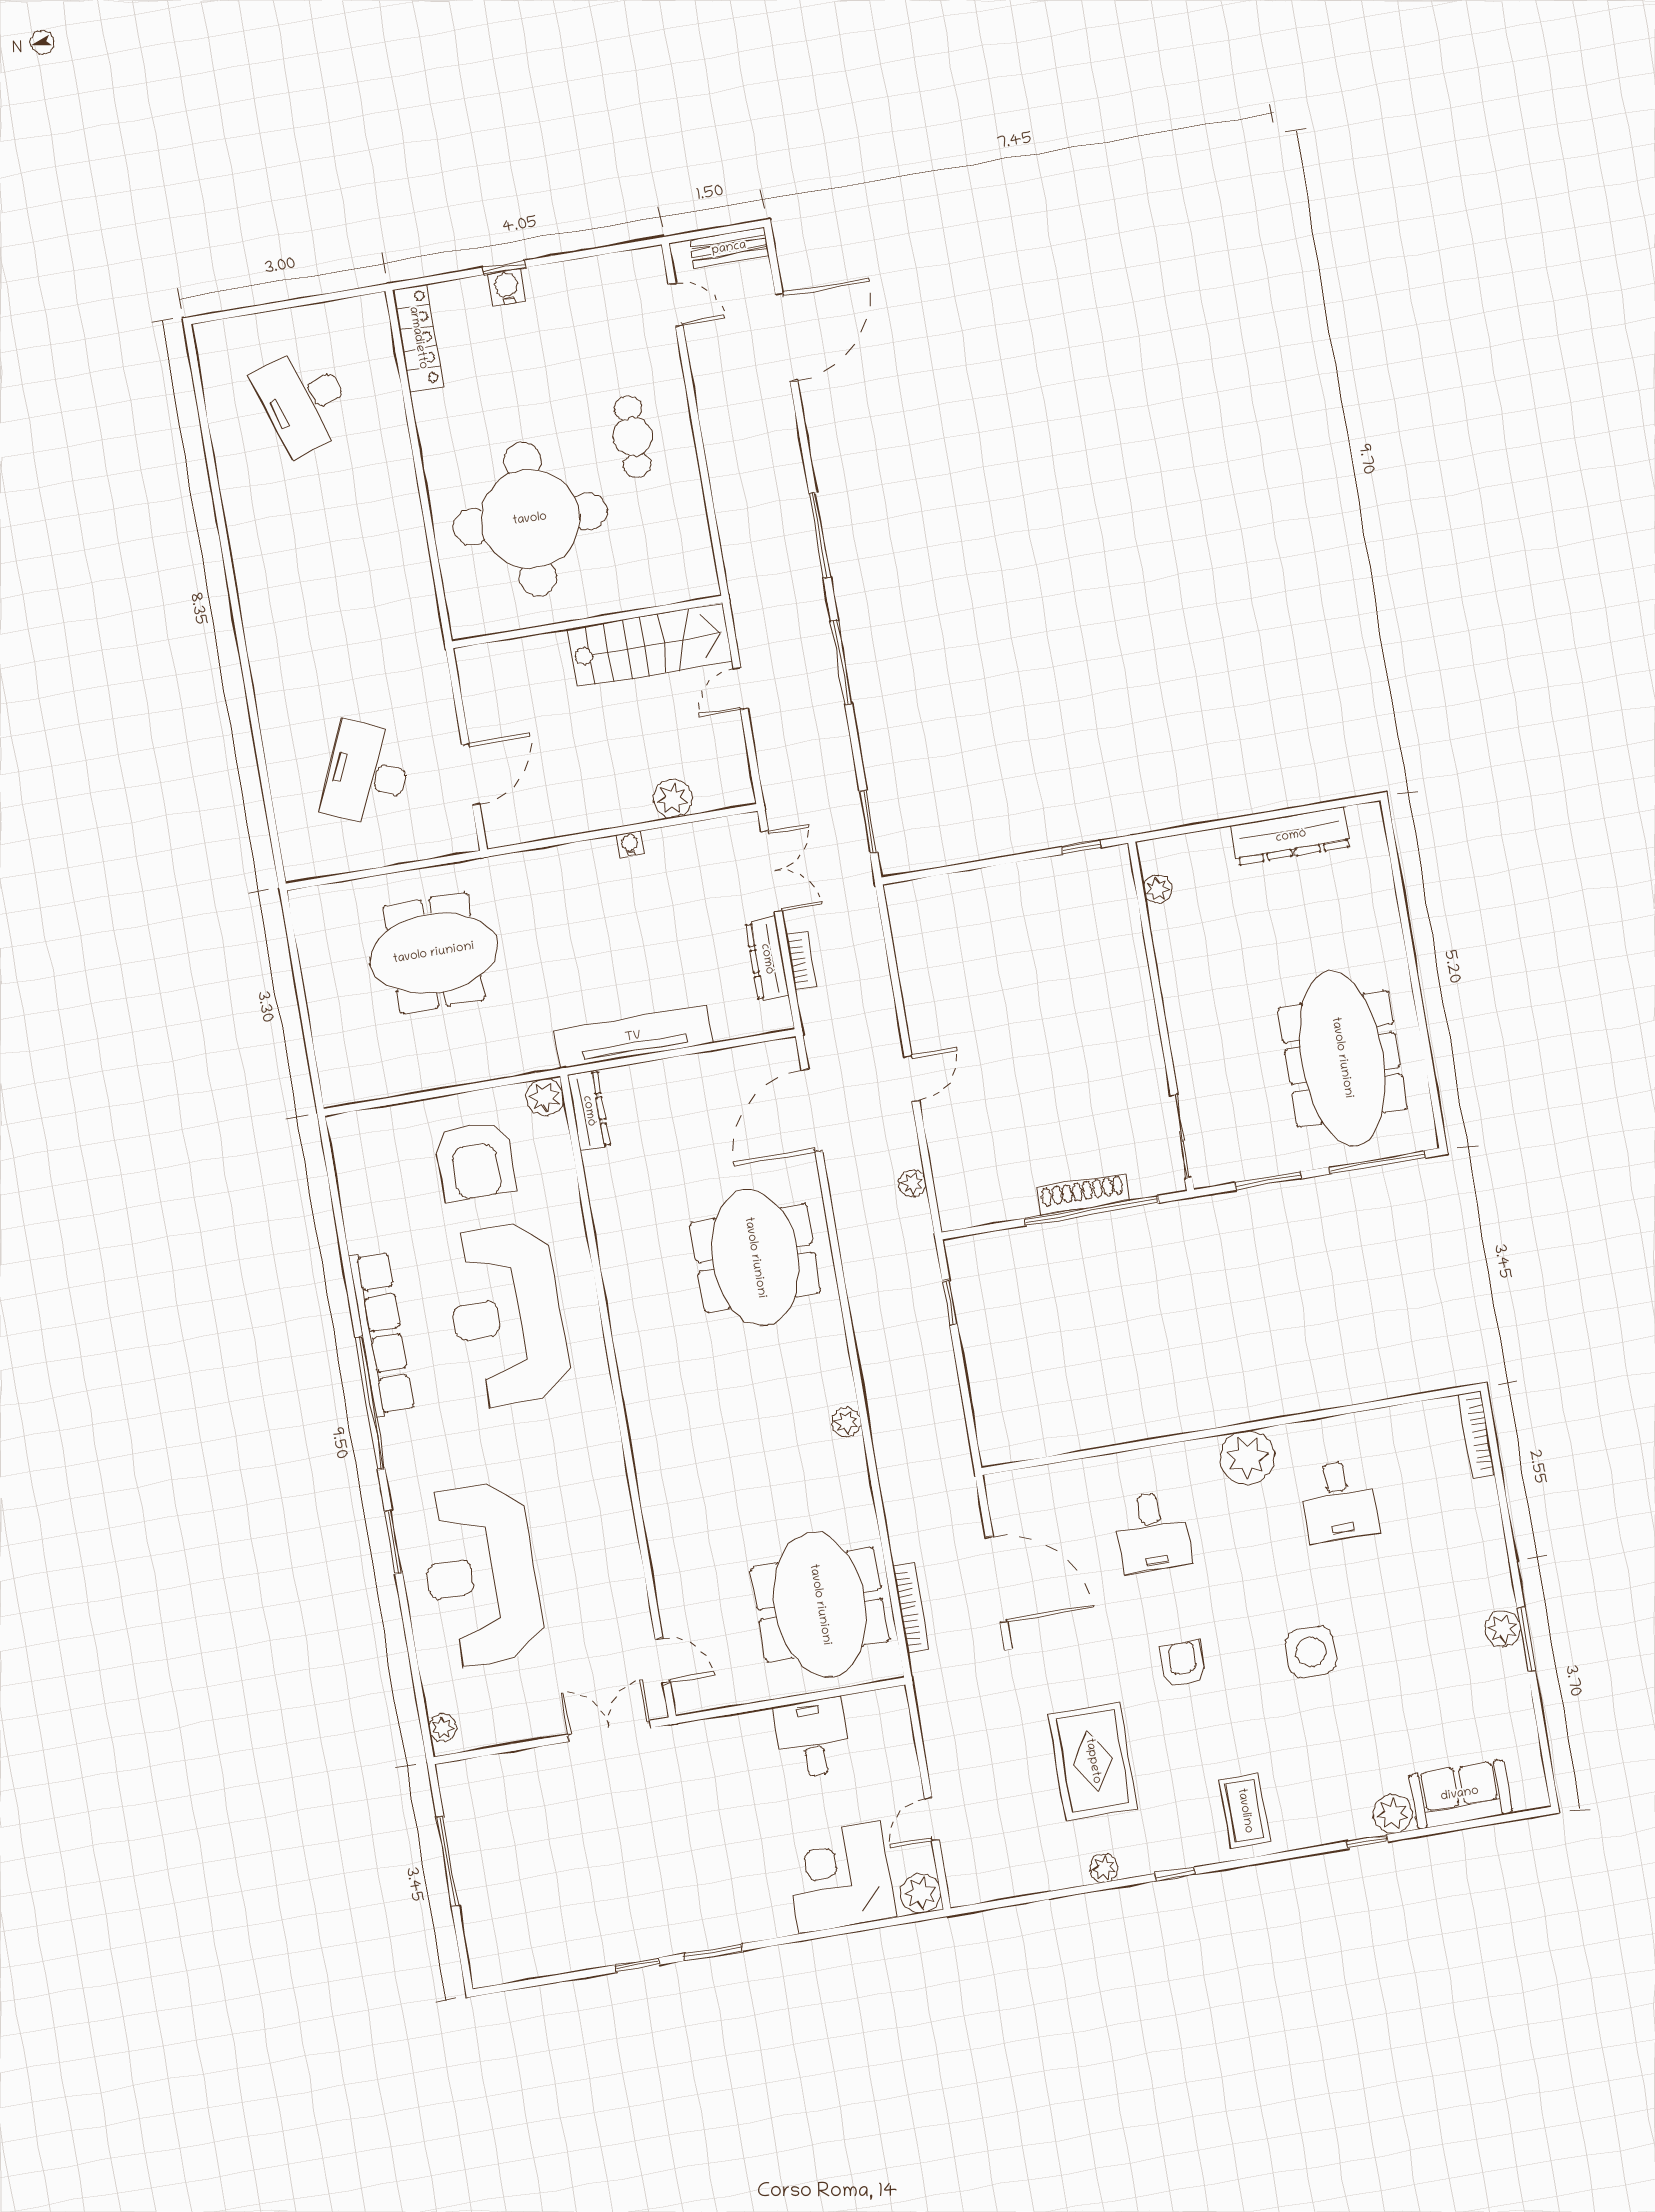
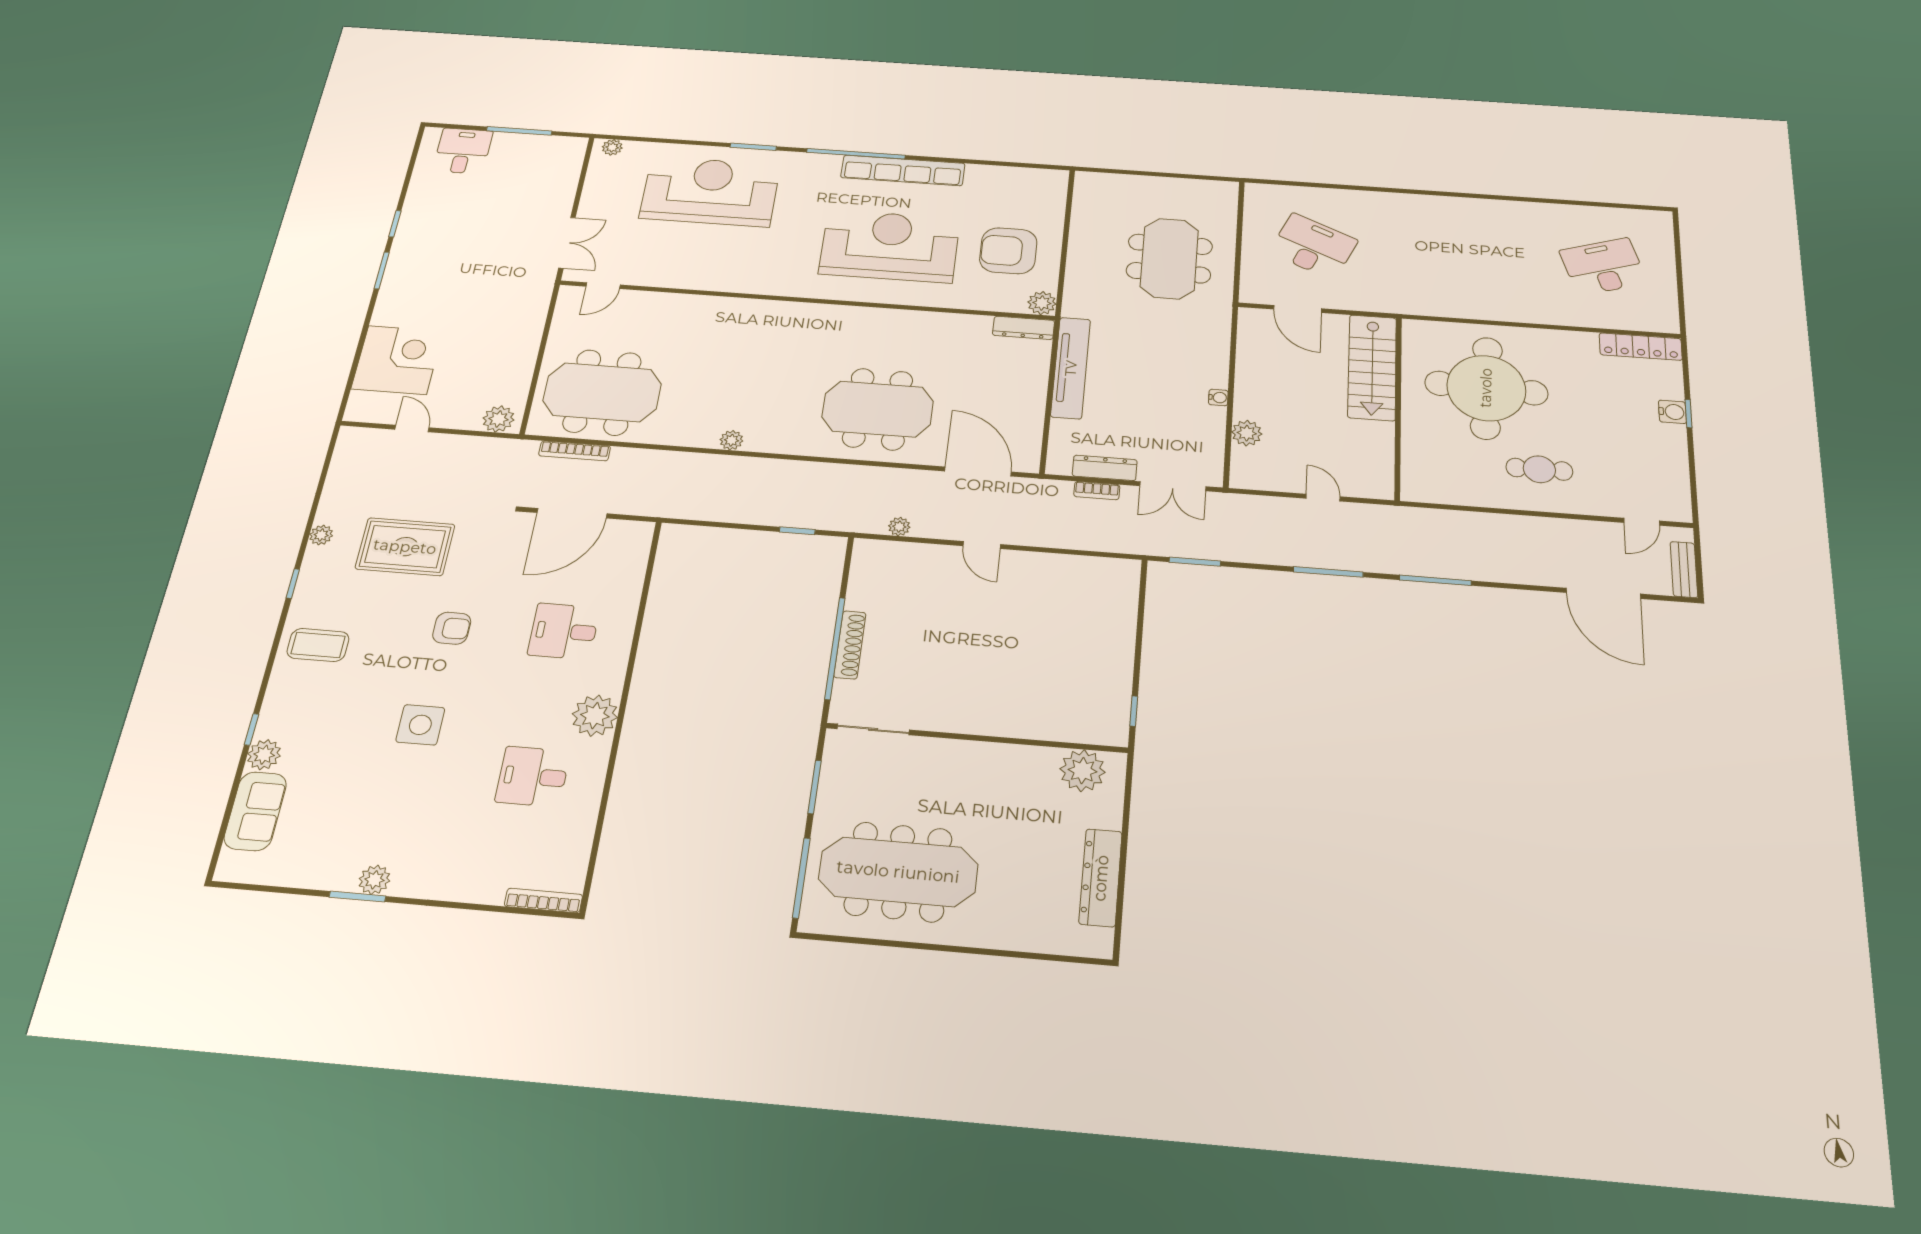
stairs: (650, 645) -> (1372, 367), moved
plant: (1157, 889) -> (1083, 771), width x1.87, depth x1.87
desk: (812, 1738) -> (463, 151), moved, turned -90
plant: (921, 1893) -> (498, 419), moved

